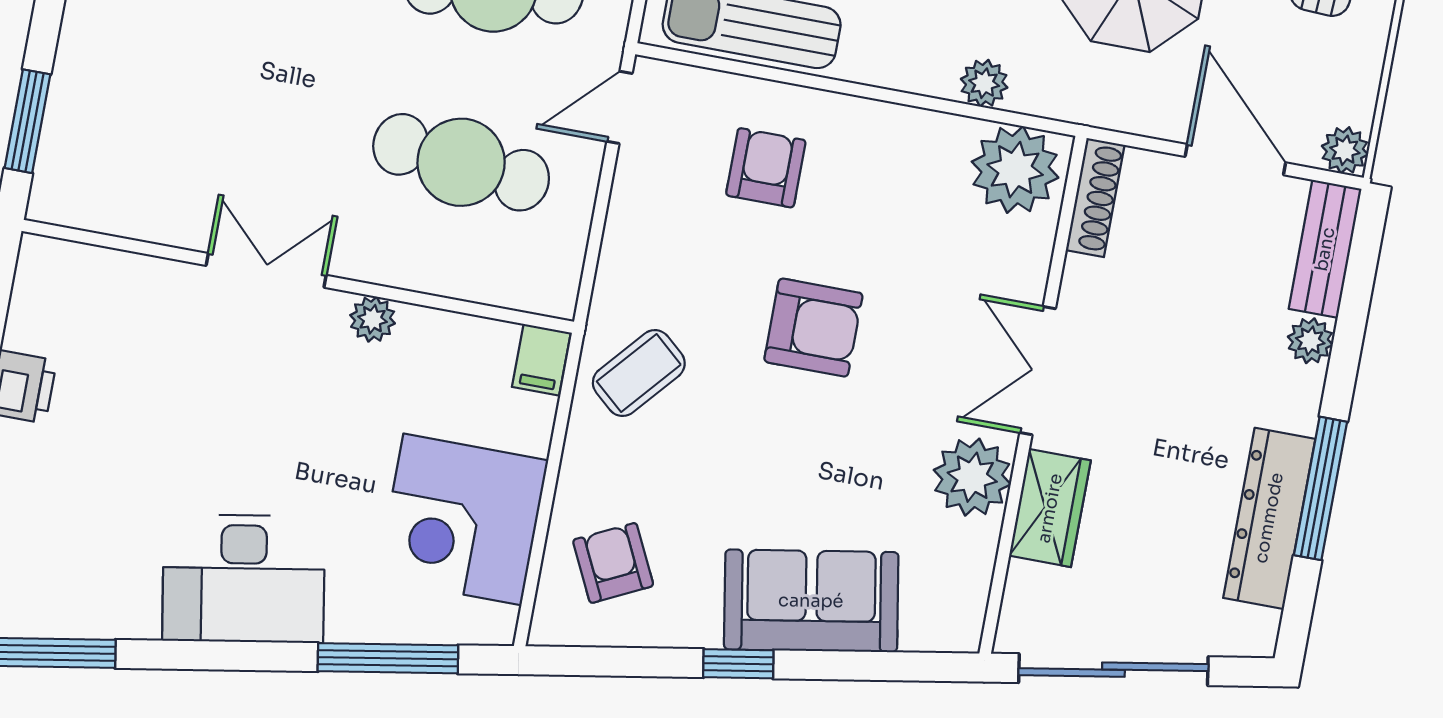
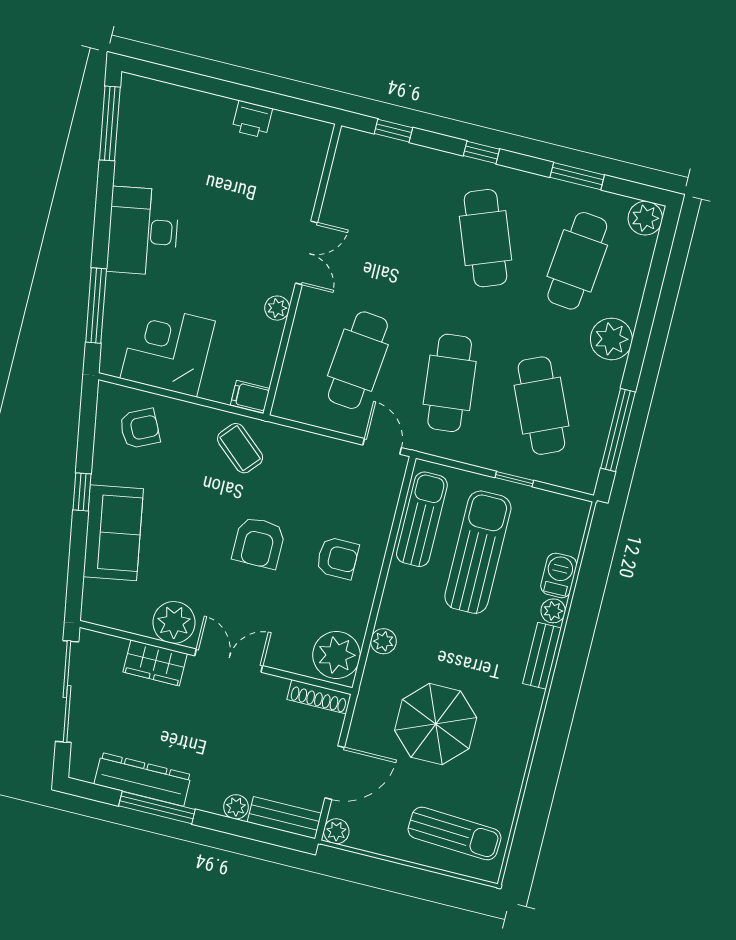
window: (28, 121) -> (393, 131), width x0.67
armchair: (766, 168) -> (337, 558), moved

